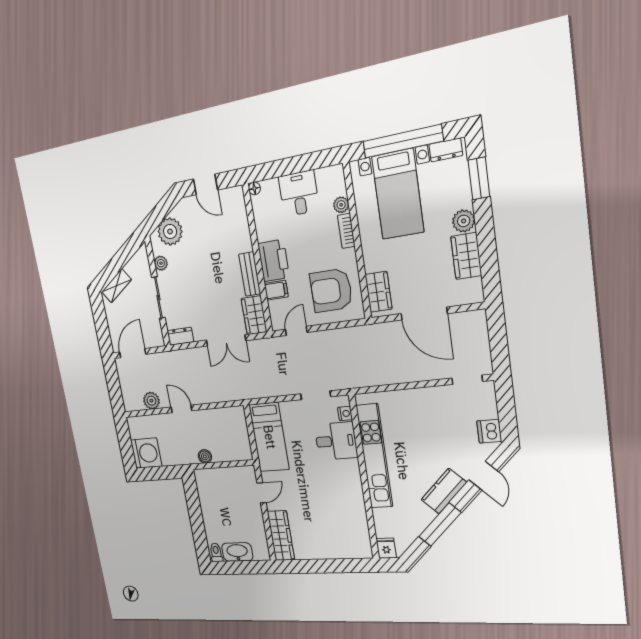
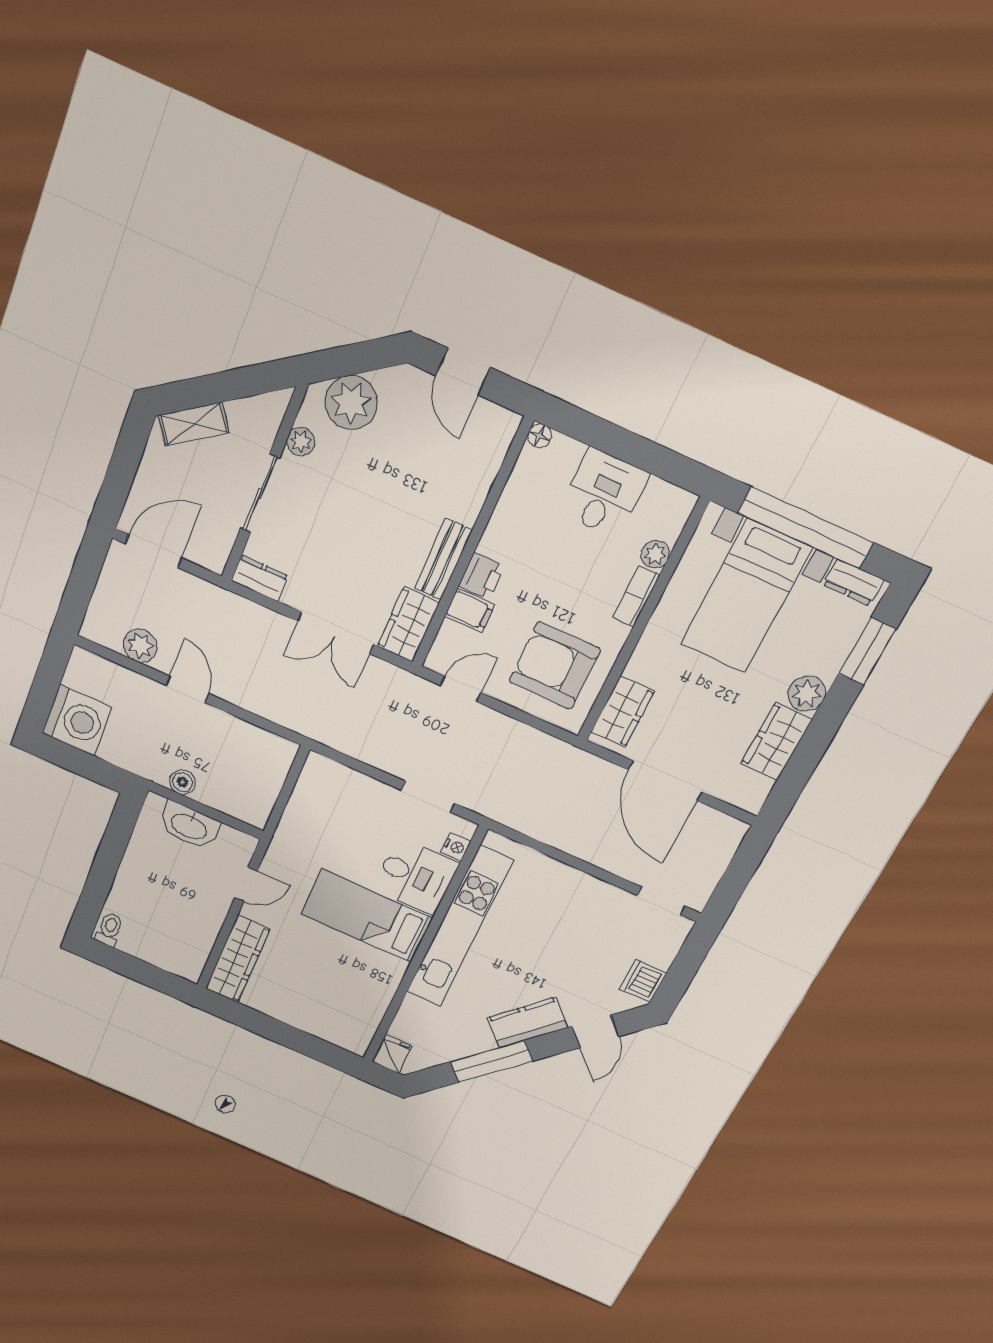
printer: (274, 261) -> (481, 576), width x0.53, depth x0.68
bed: (269, 437) -> (367, 916), moved, turned 90
washbasin: (237, 552) -> (189, 826), moved, turned 180

